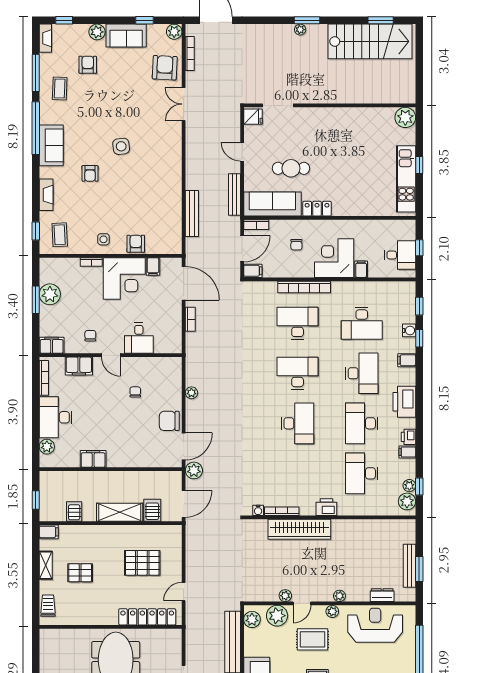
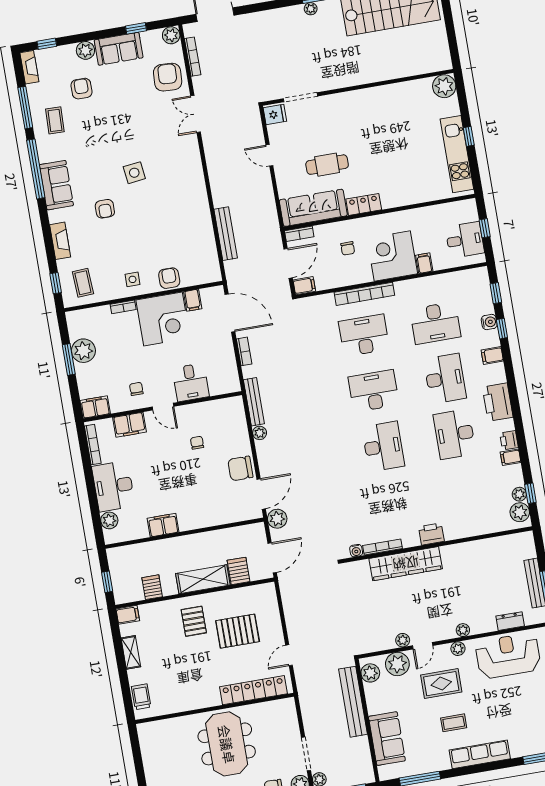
bench: (234, 195) -> (254, 402), moved
desk: (362, 473) -> (464, 490), removed
pallet: (80, 573) -> (194, 621), moved, turned 90

